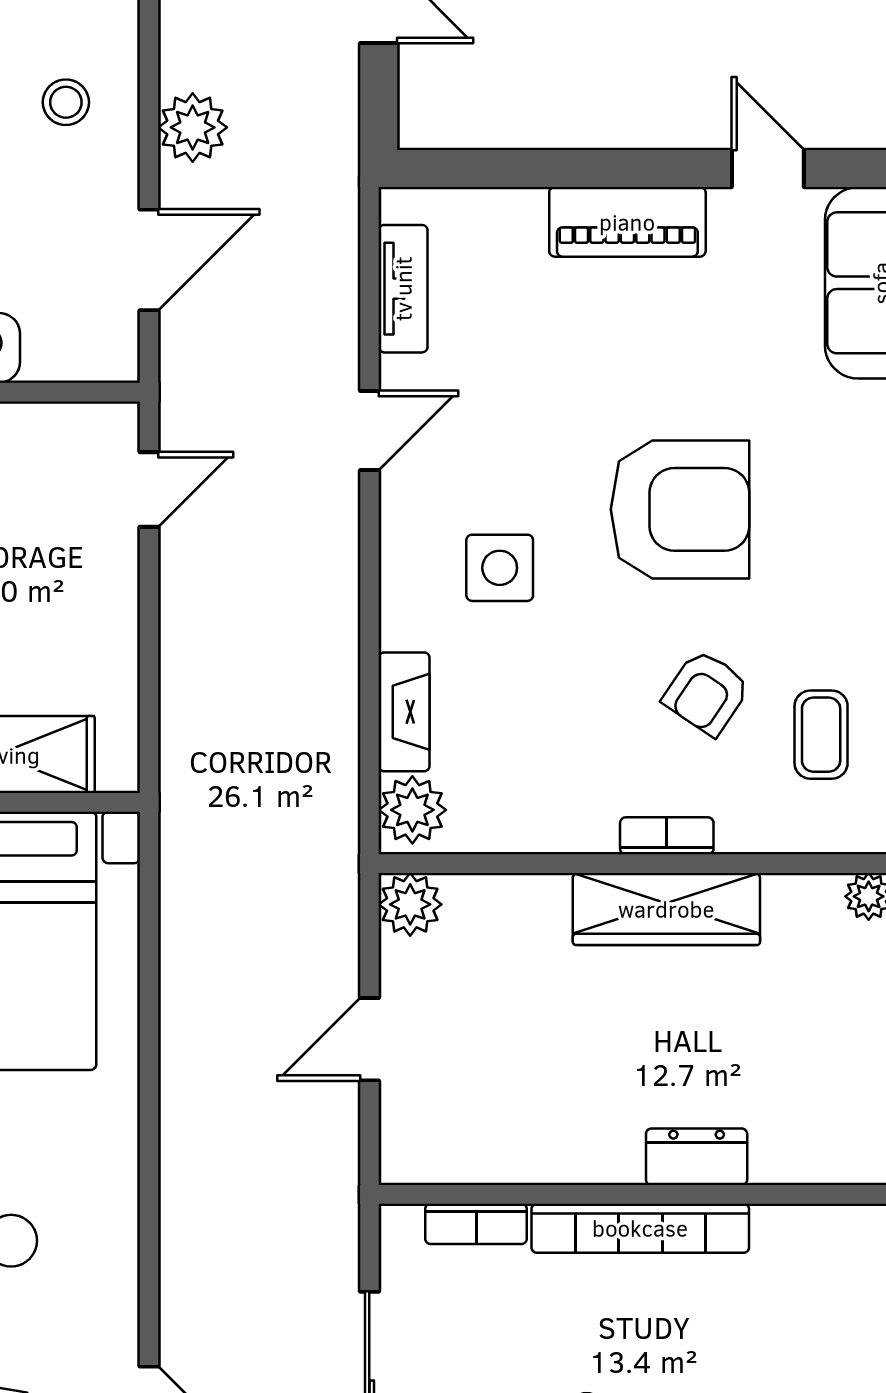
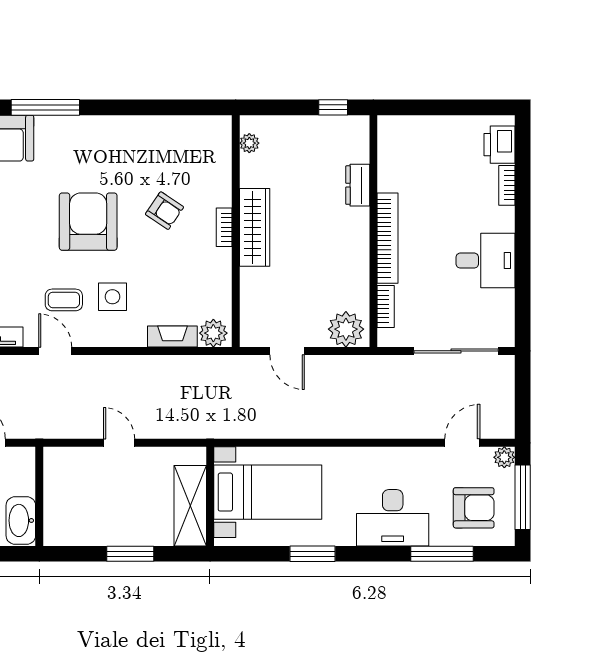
door: (149, 490) -> (119, 443), moved
coffee table: (821, 735) -> (64, 300), moved
plant: (410, 904) -> (346, 329), moved, width x1.36, depth x1.36
door: (369, 1039) -> (287, 351), moved
dresser: (697, 1157) -> (358, 185), moved

